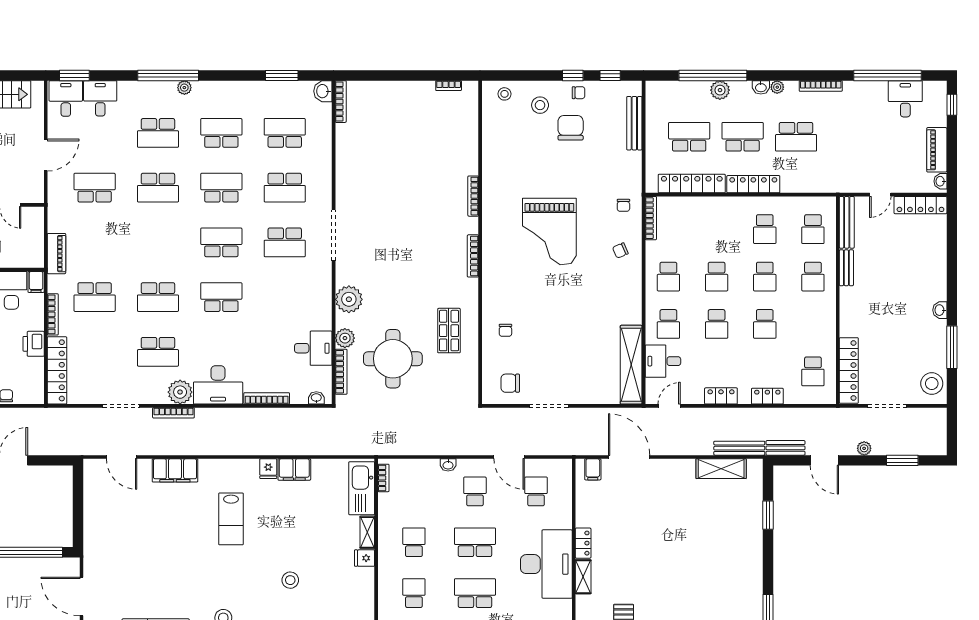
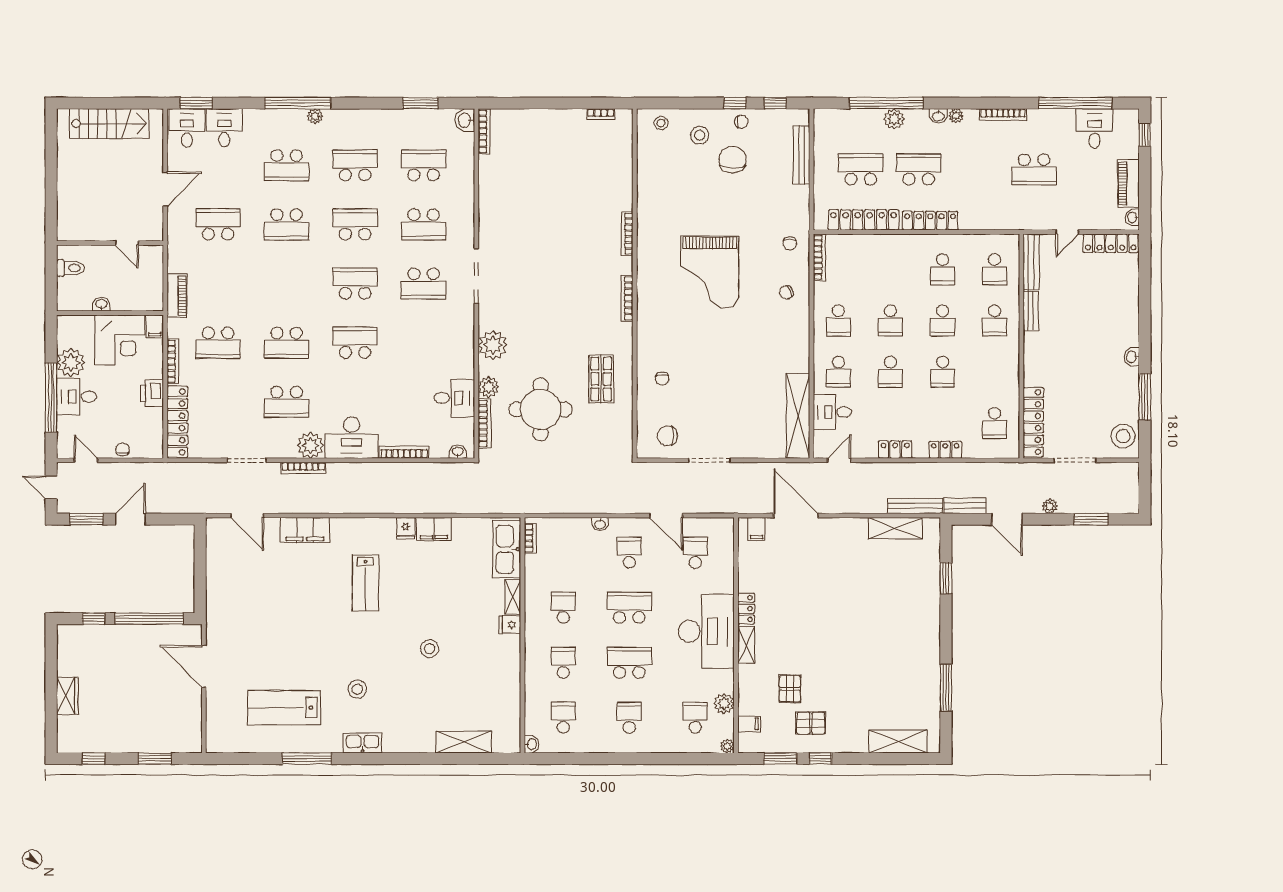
school desk: (796, 137) -> (1034, 169), moved

